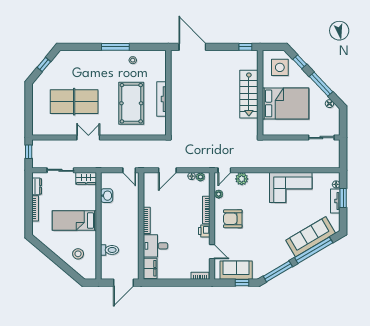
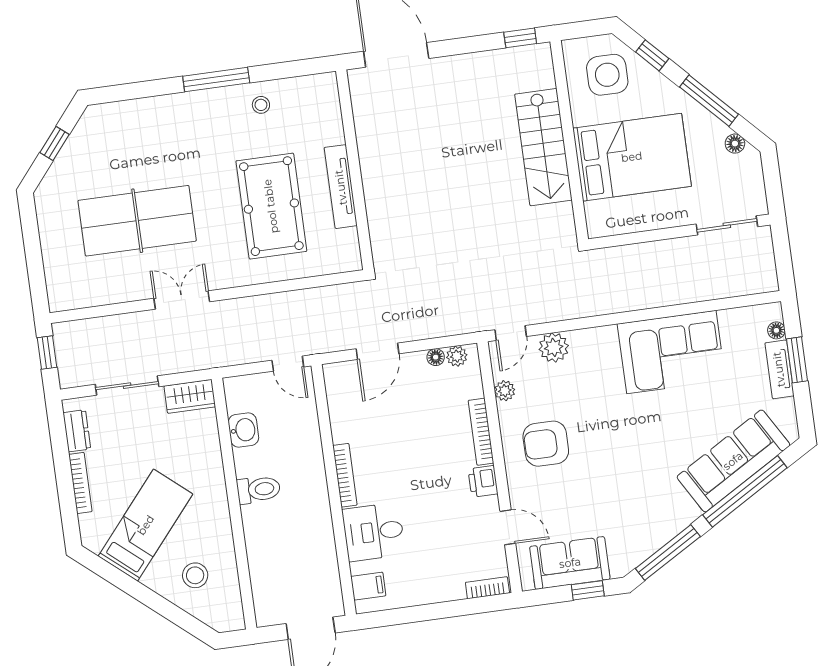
bed: (74, 221) -> (146, 525), moved, turned 130
toilet: (110, 250) -> (259, 489), moved
filing cabinet: (150, 268) -> (368, 586), width x0.50

